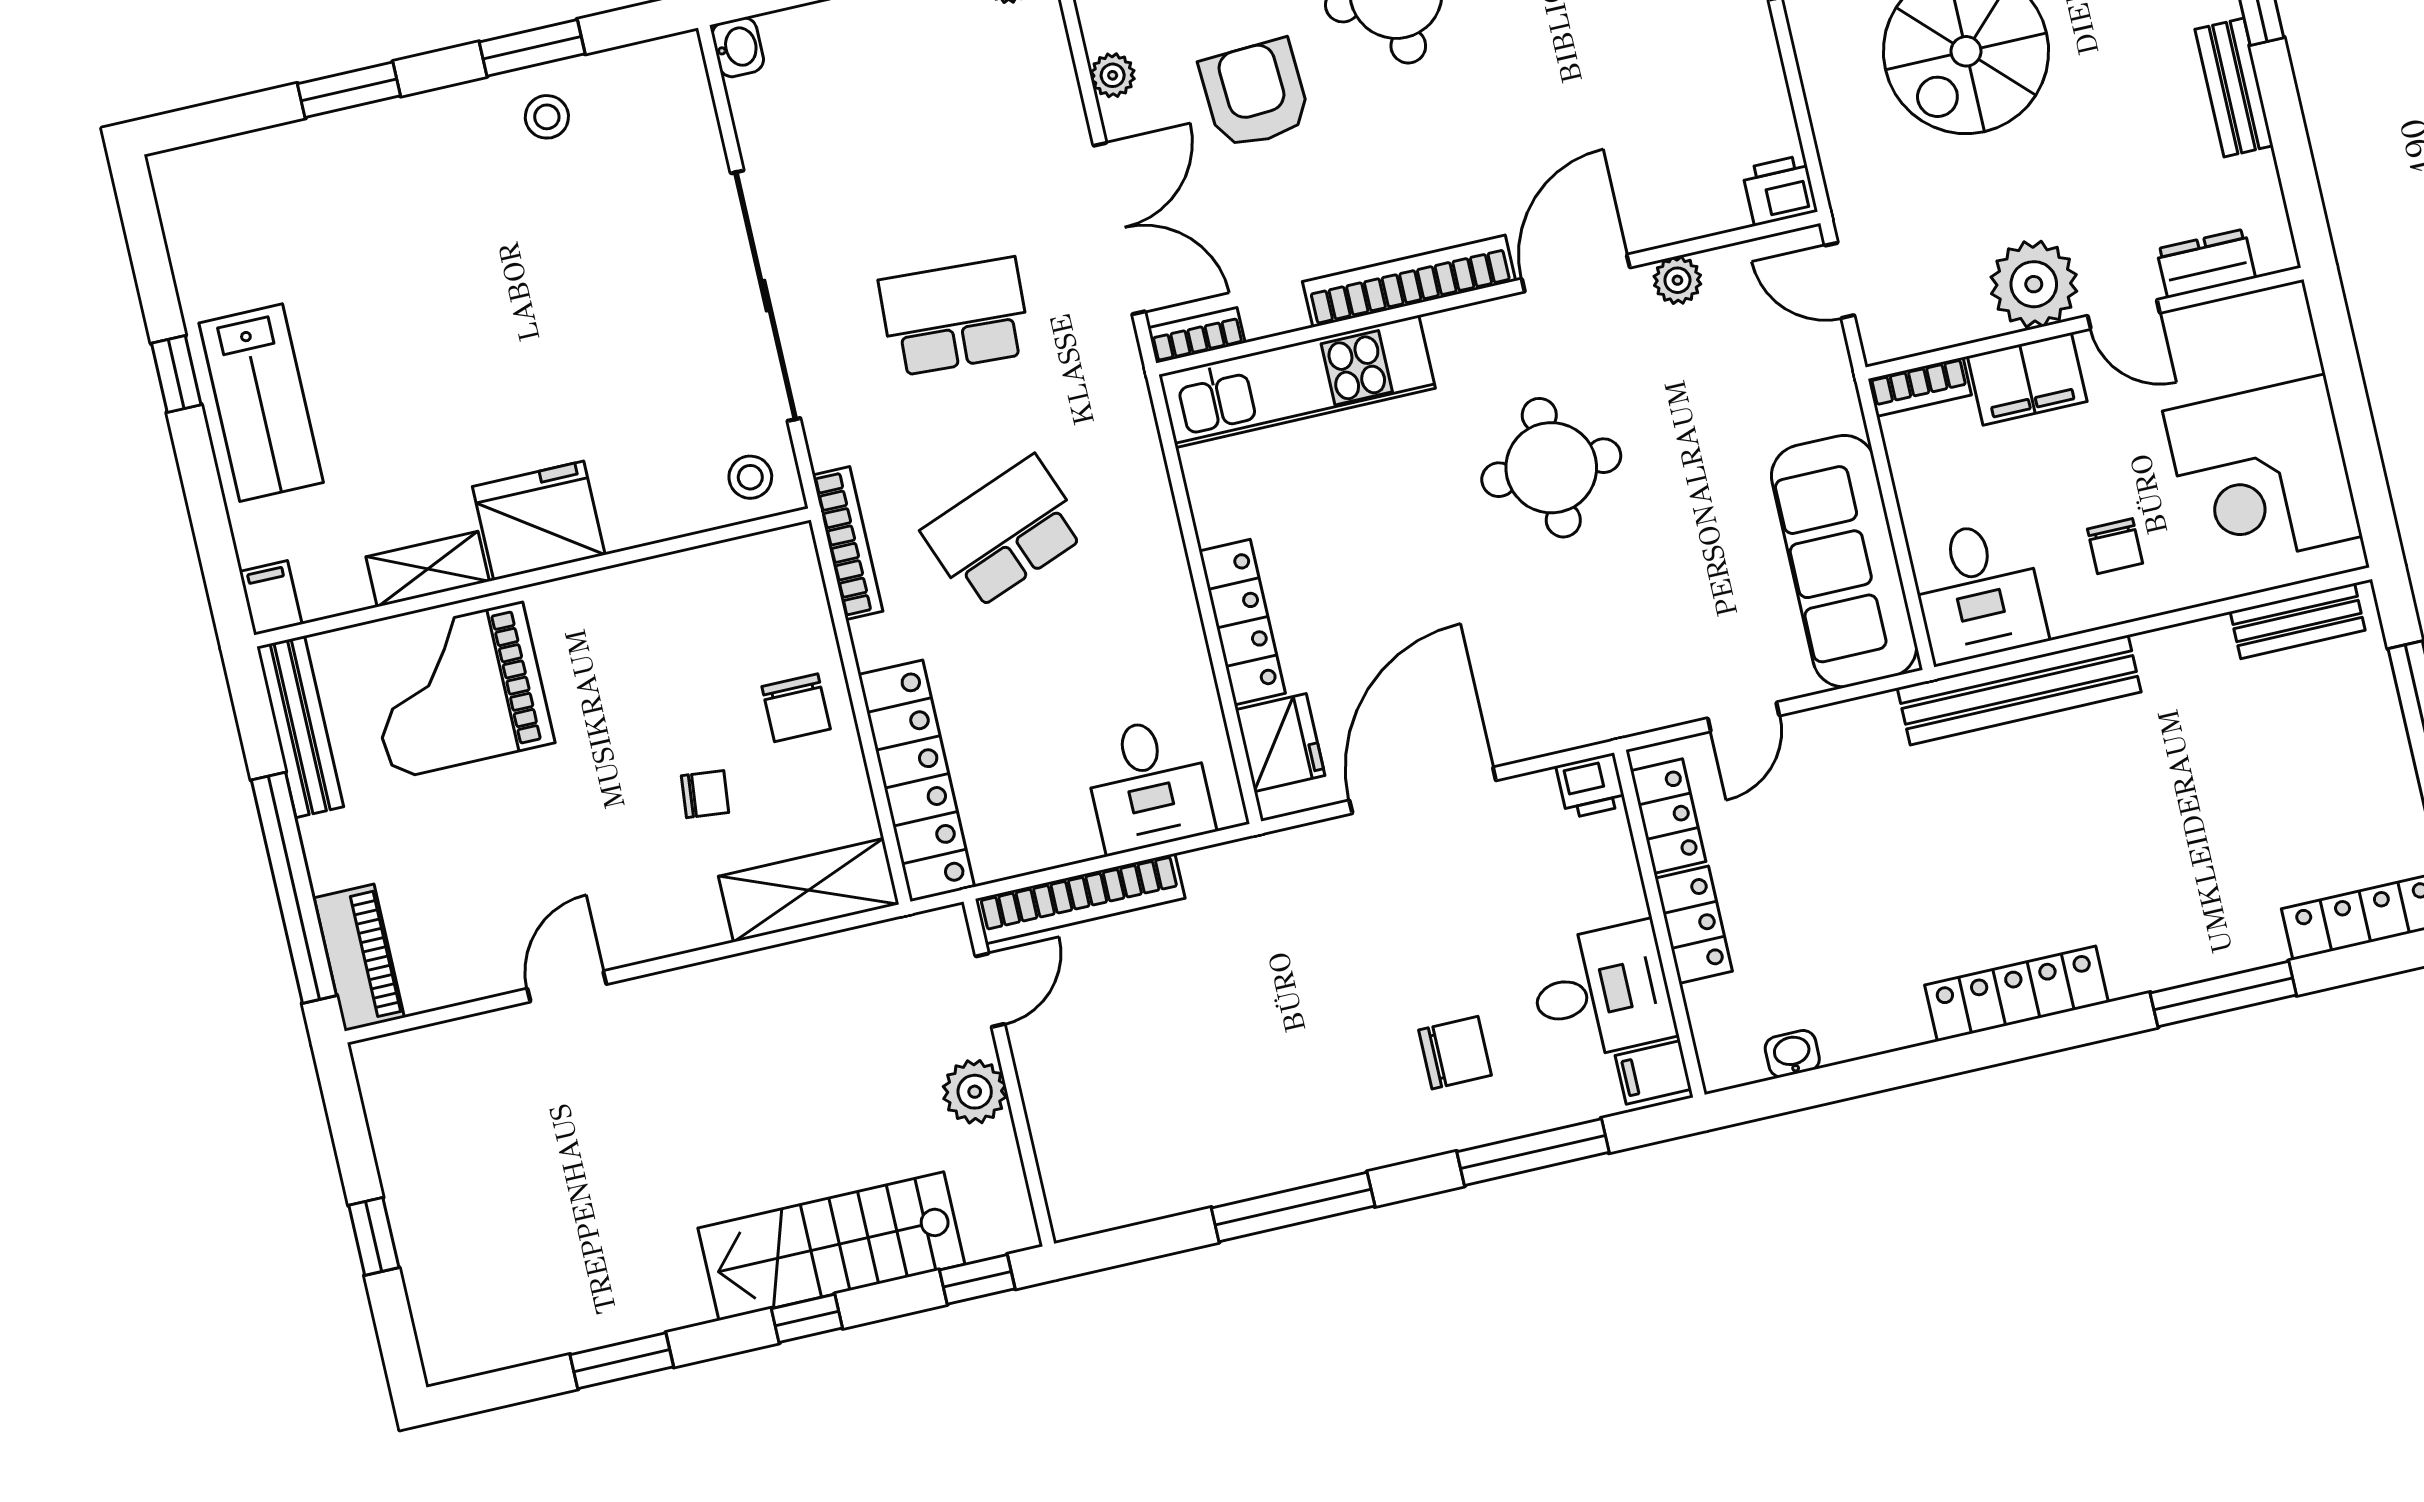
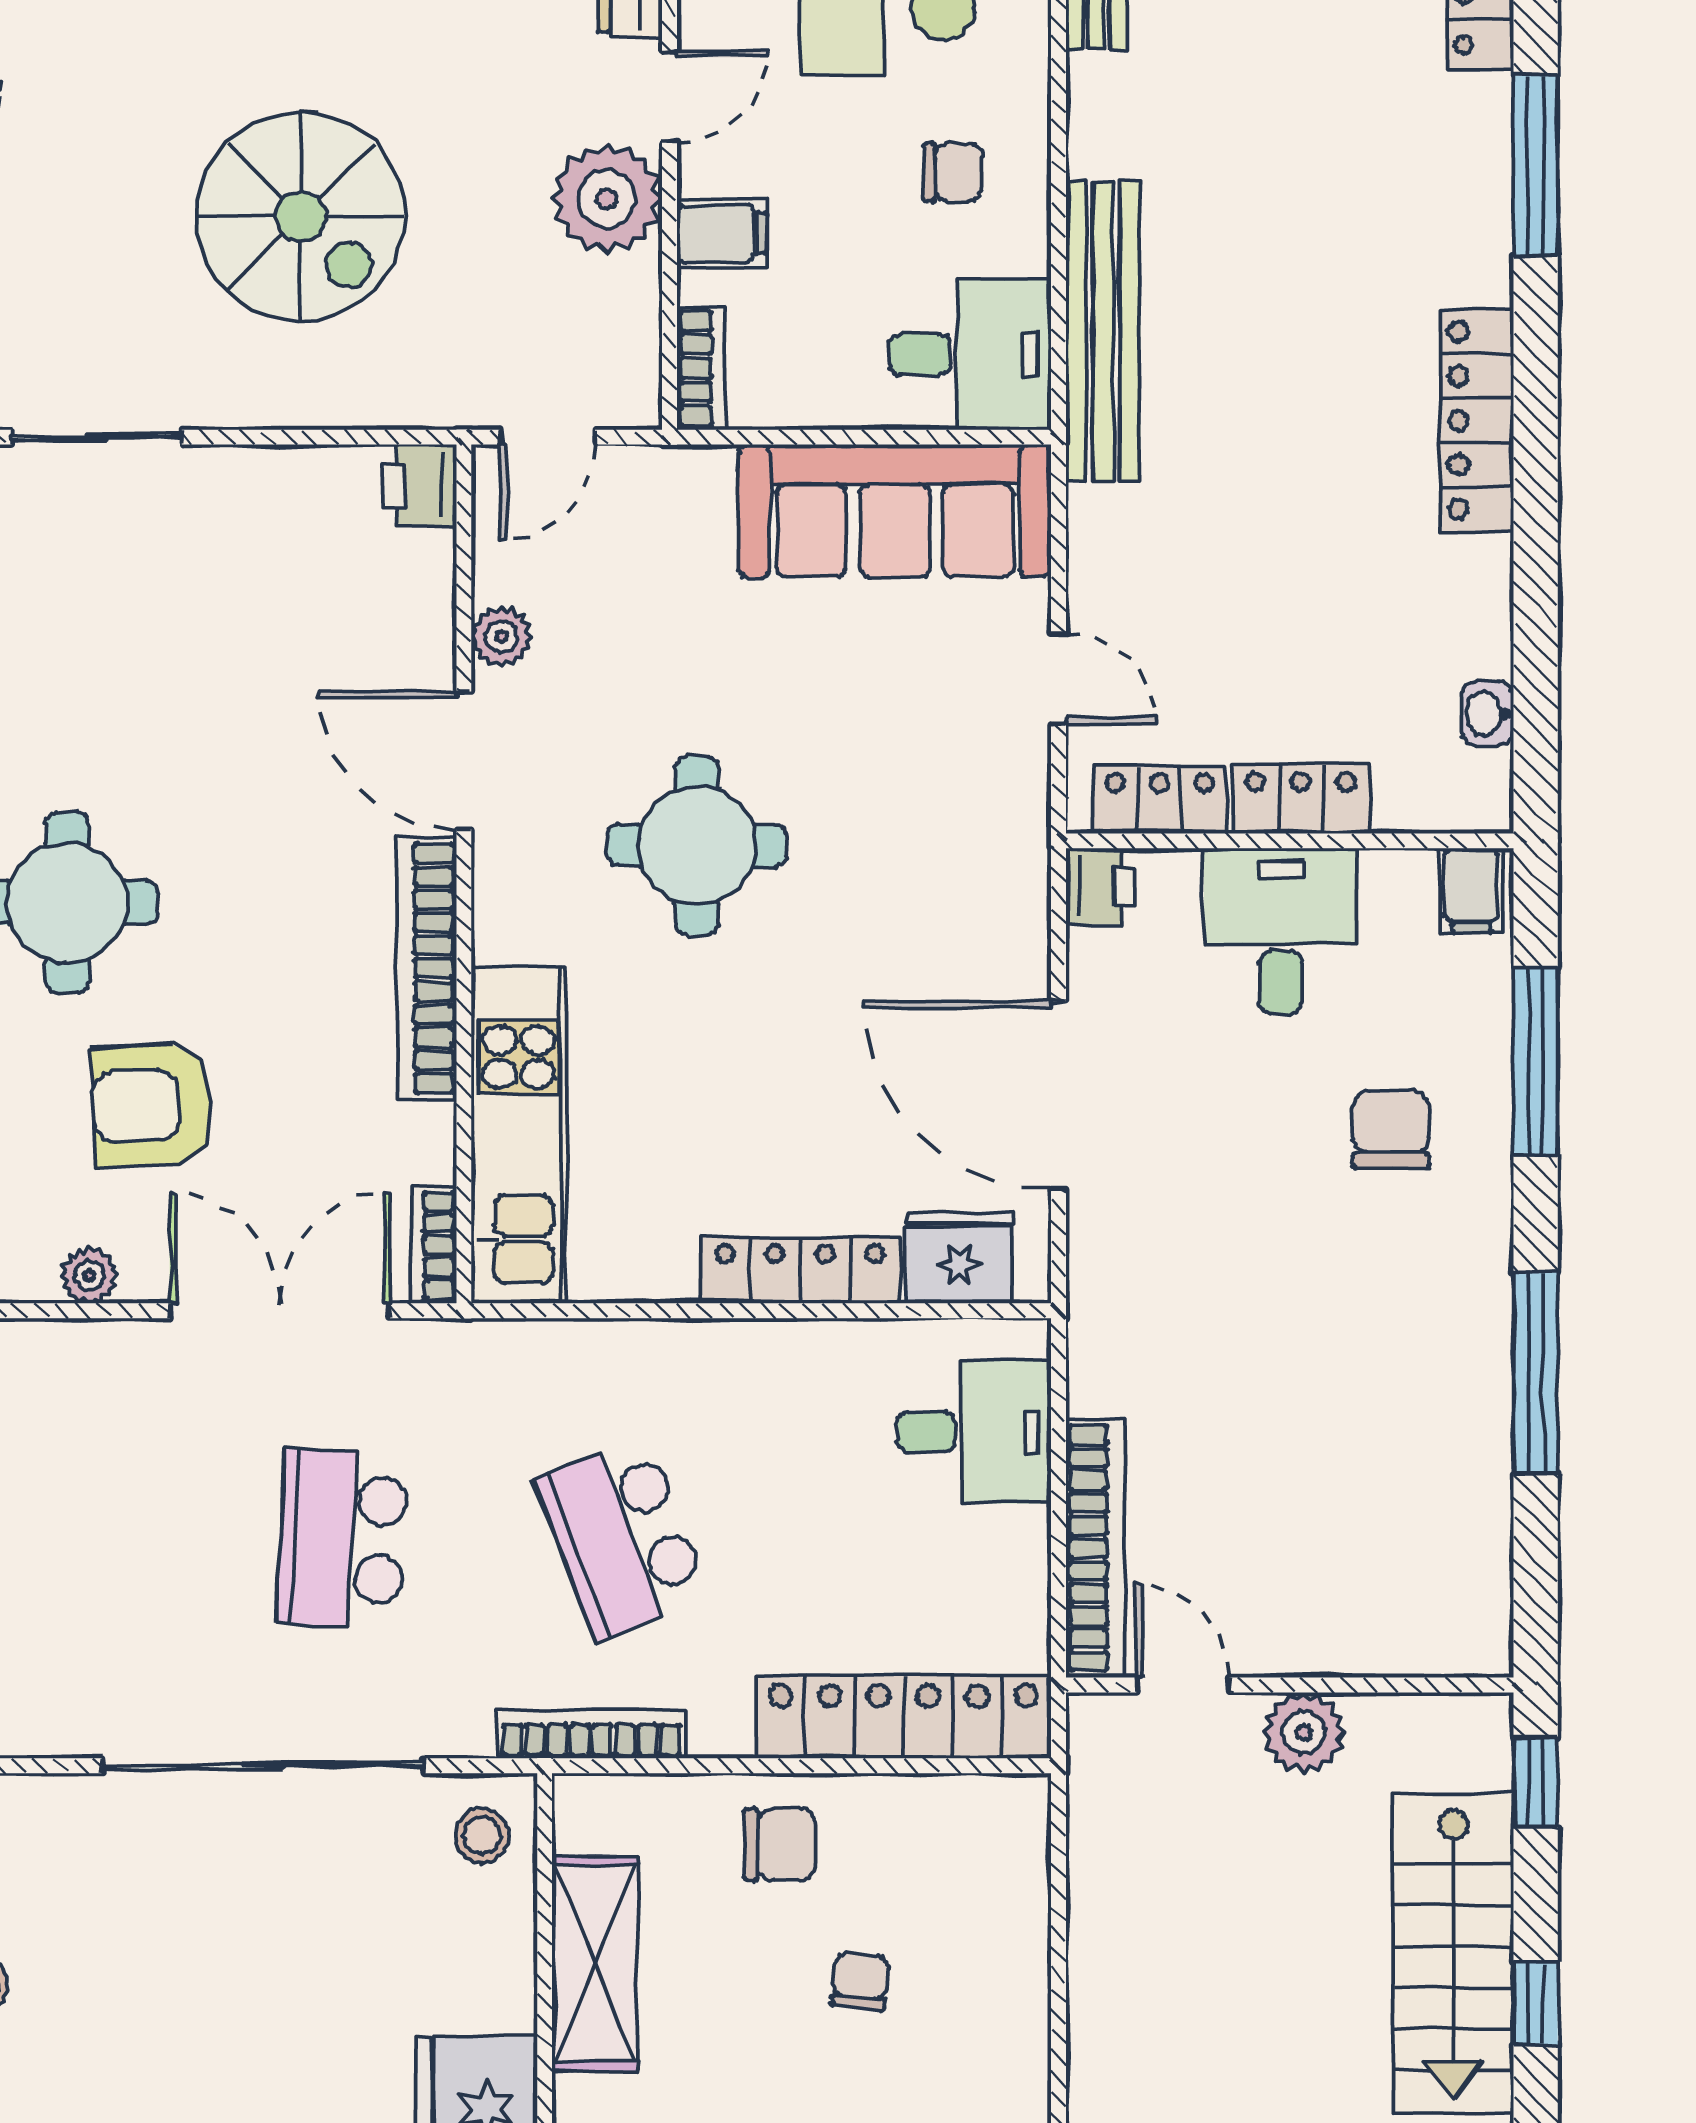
filing cabinet: (2027, 379) -> (722, 234), width x0.50
shelving: (809, 890) -> (595, 1963), moved
desk: (1602, 991) -> (1281, 931), moved

